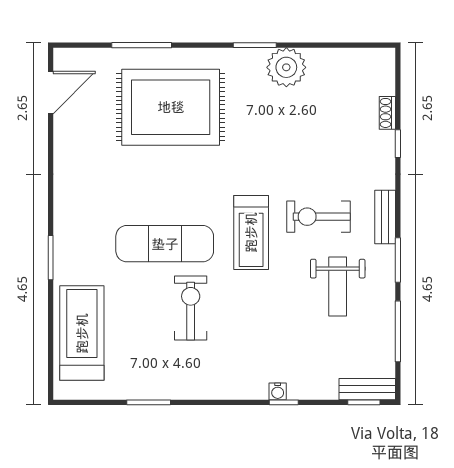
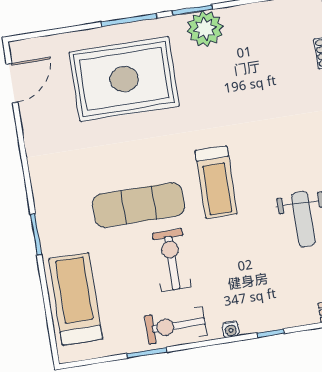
window: (142, 45) -> (129, 20), moved
plant: (286, 67) -> (205, 29), moved
exercise bike: (319, 217) -> (176, 326), moved
water cooler: (278, 391) -> (231, 329), moved

